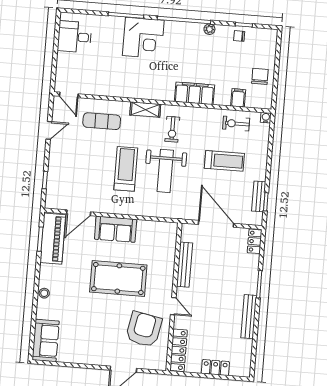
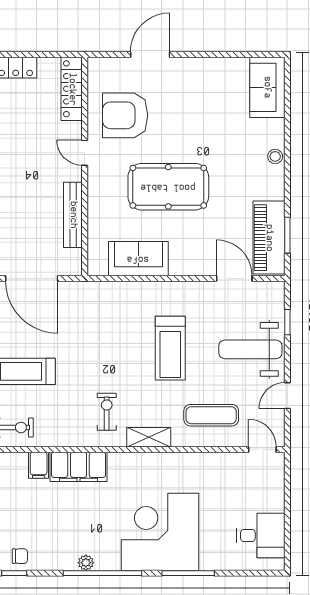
plant: (209, 29) -> (86, 563), moved
corner desk: (143, 38) -> (160, 532), width x1.36, depth x1.36
filing cabinet: (238, 98) -> (39, 465), moved
weight bench: (165, 171) -> (250, 349), moved, turned -90
door: (79, 213) -> (234, 278), hinge flipped
sofa: (116, 229) -> (138, 259), moved
armchair: (144, 329) -> (125, 115), turned 79

